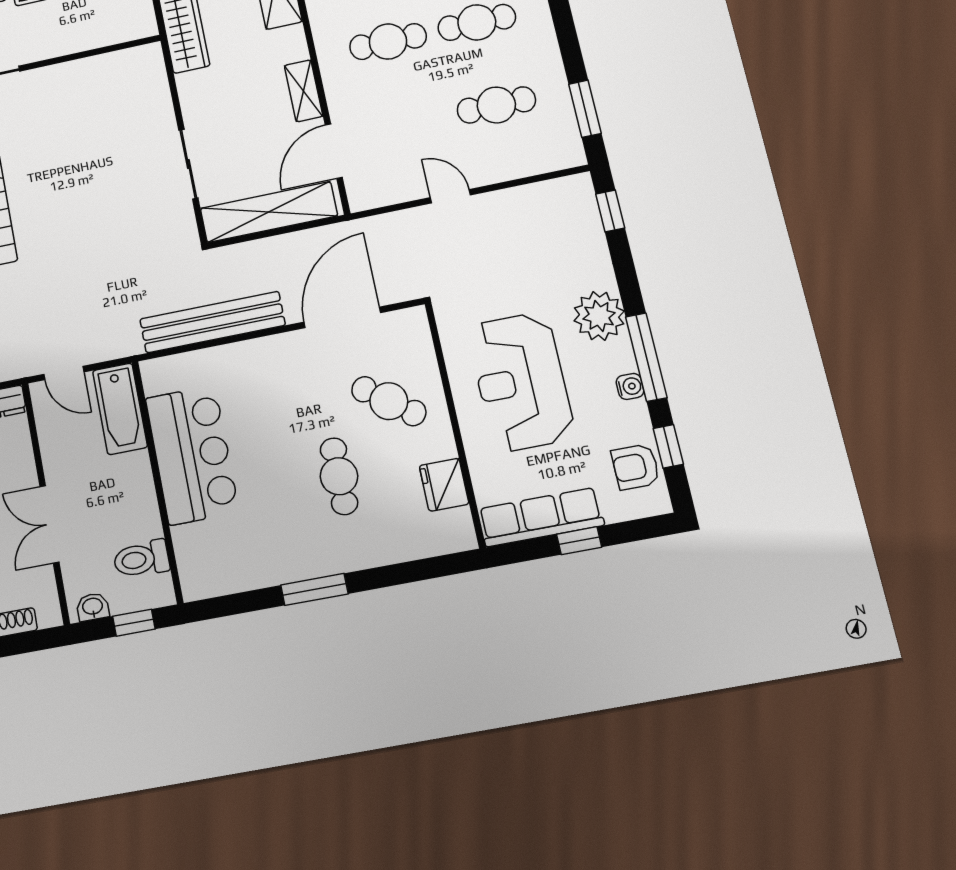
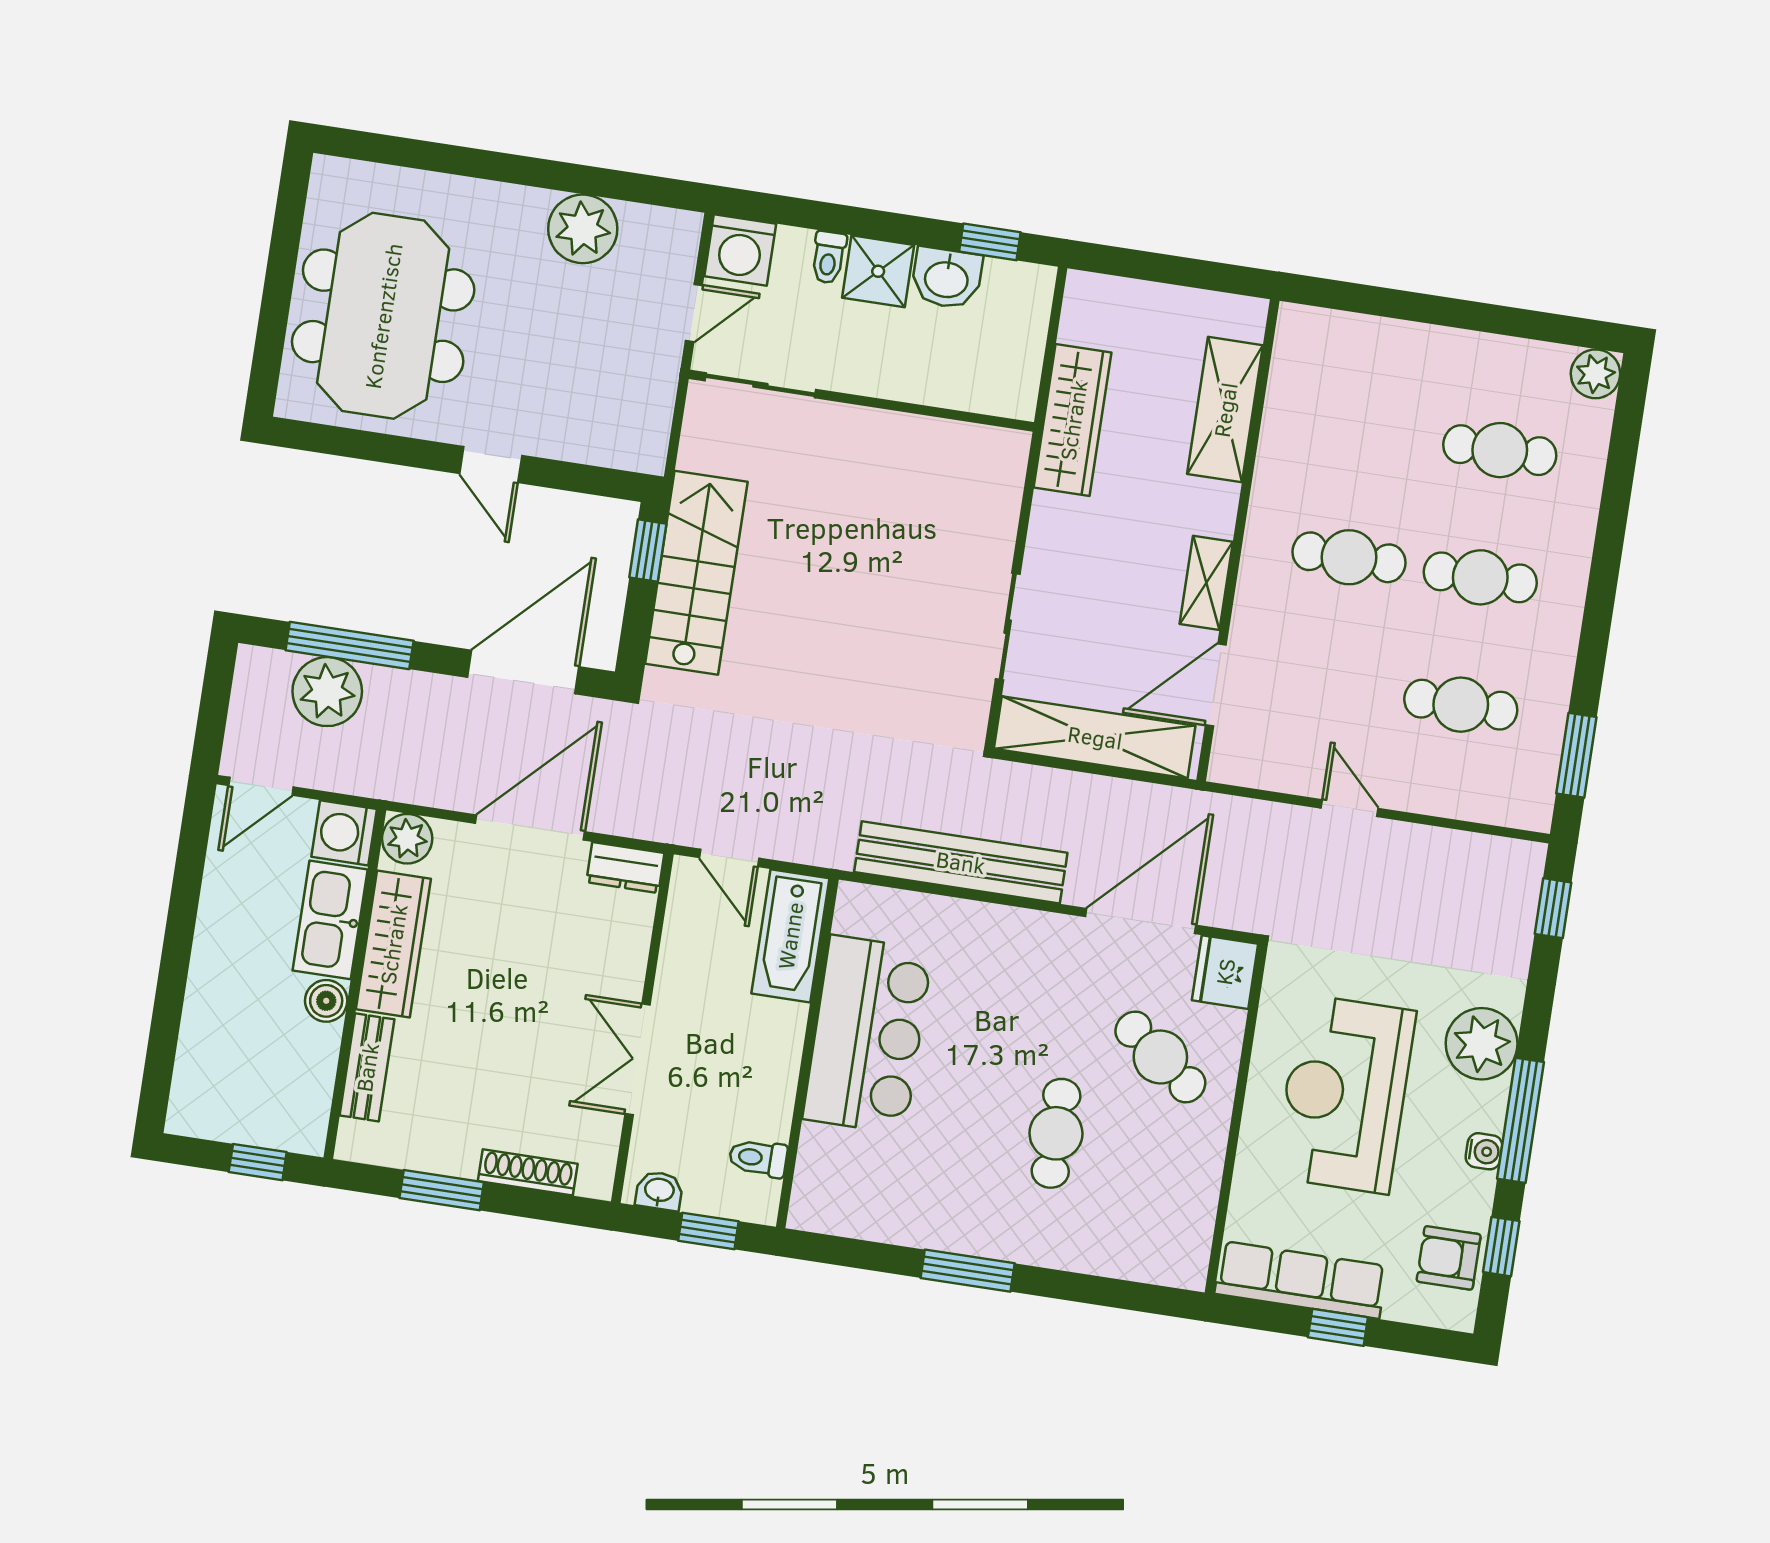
fridge: (444, 485) -> (1225, 972), moved
toilet: (141, 559) -> (758, 1158), width x0.73, depth x0.72

